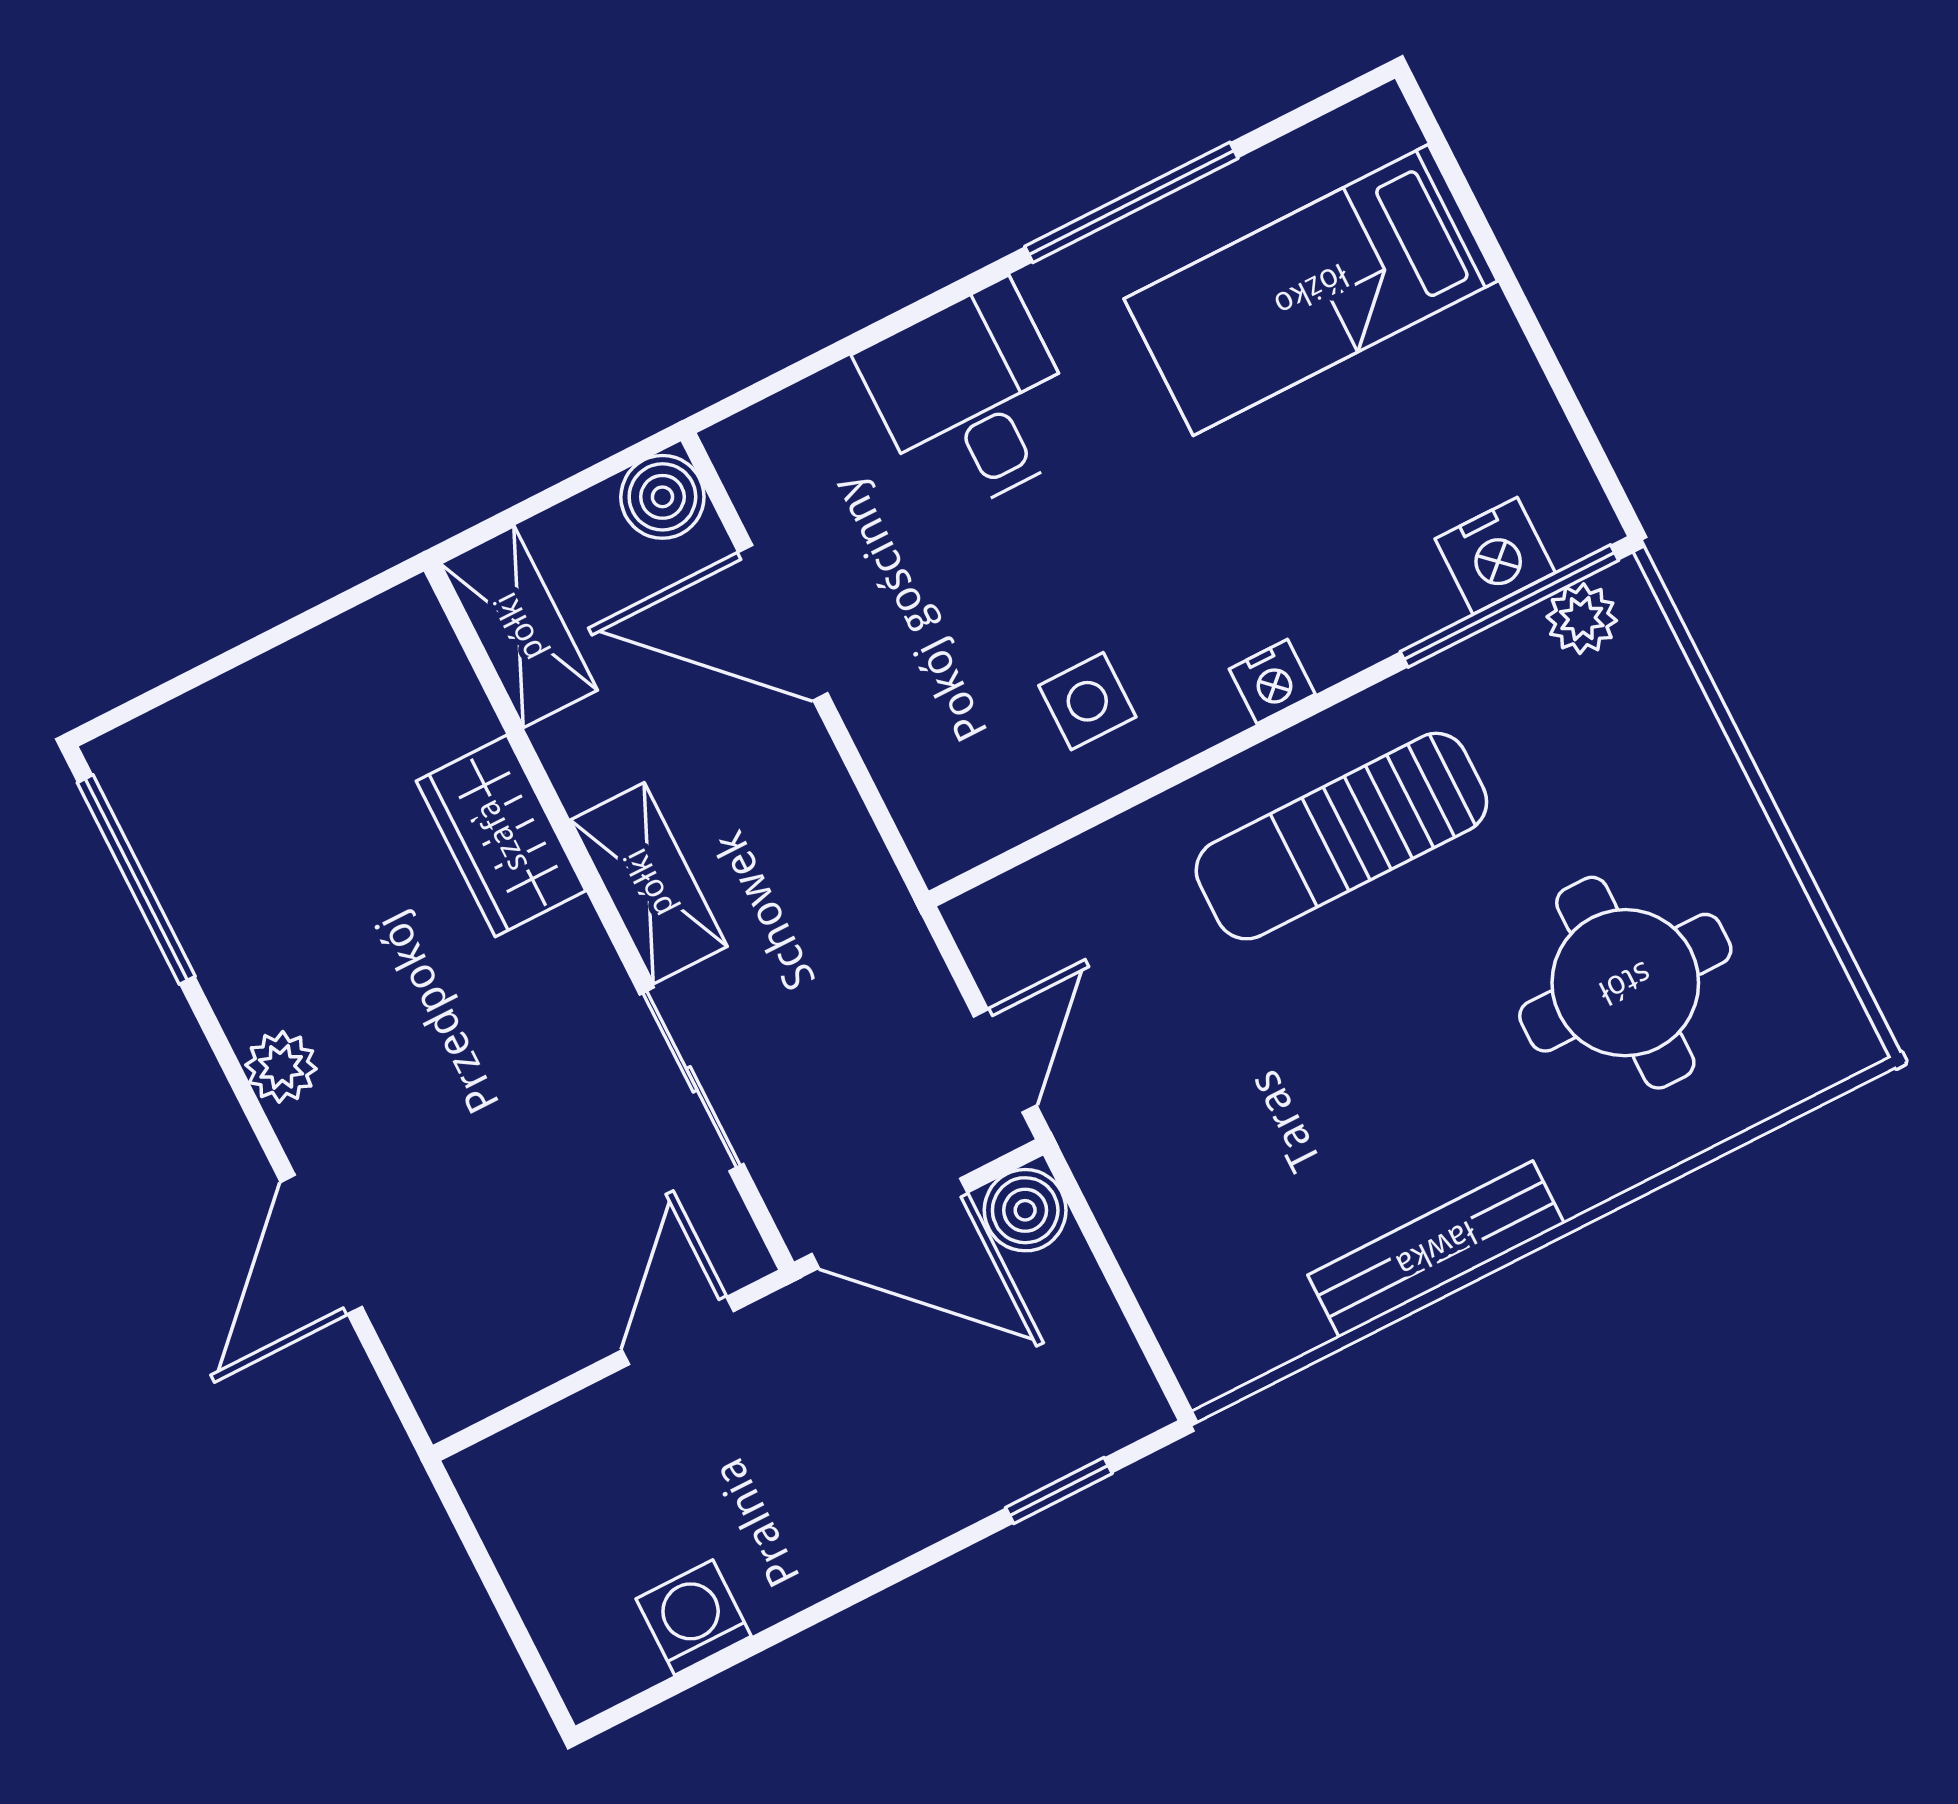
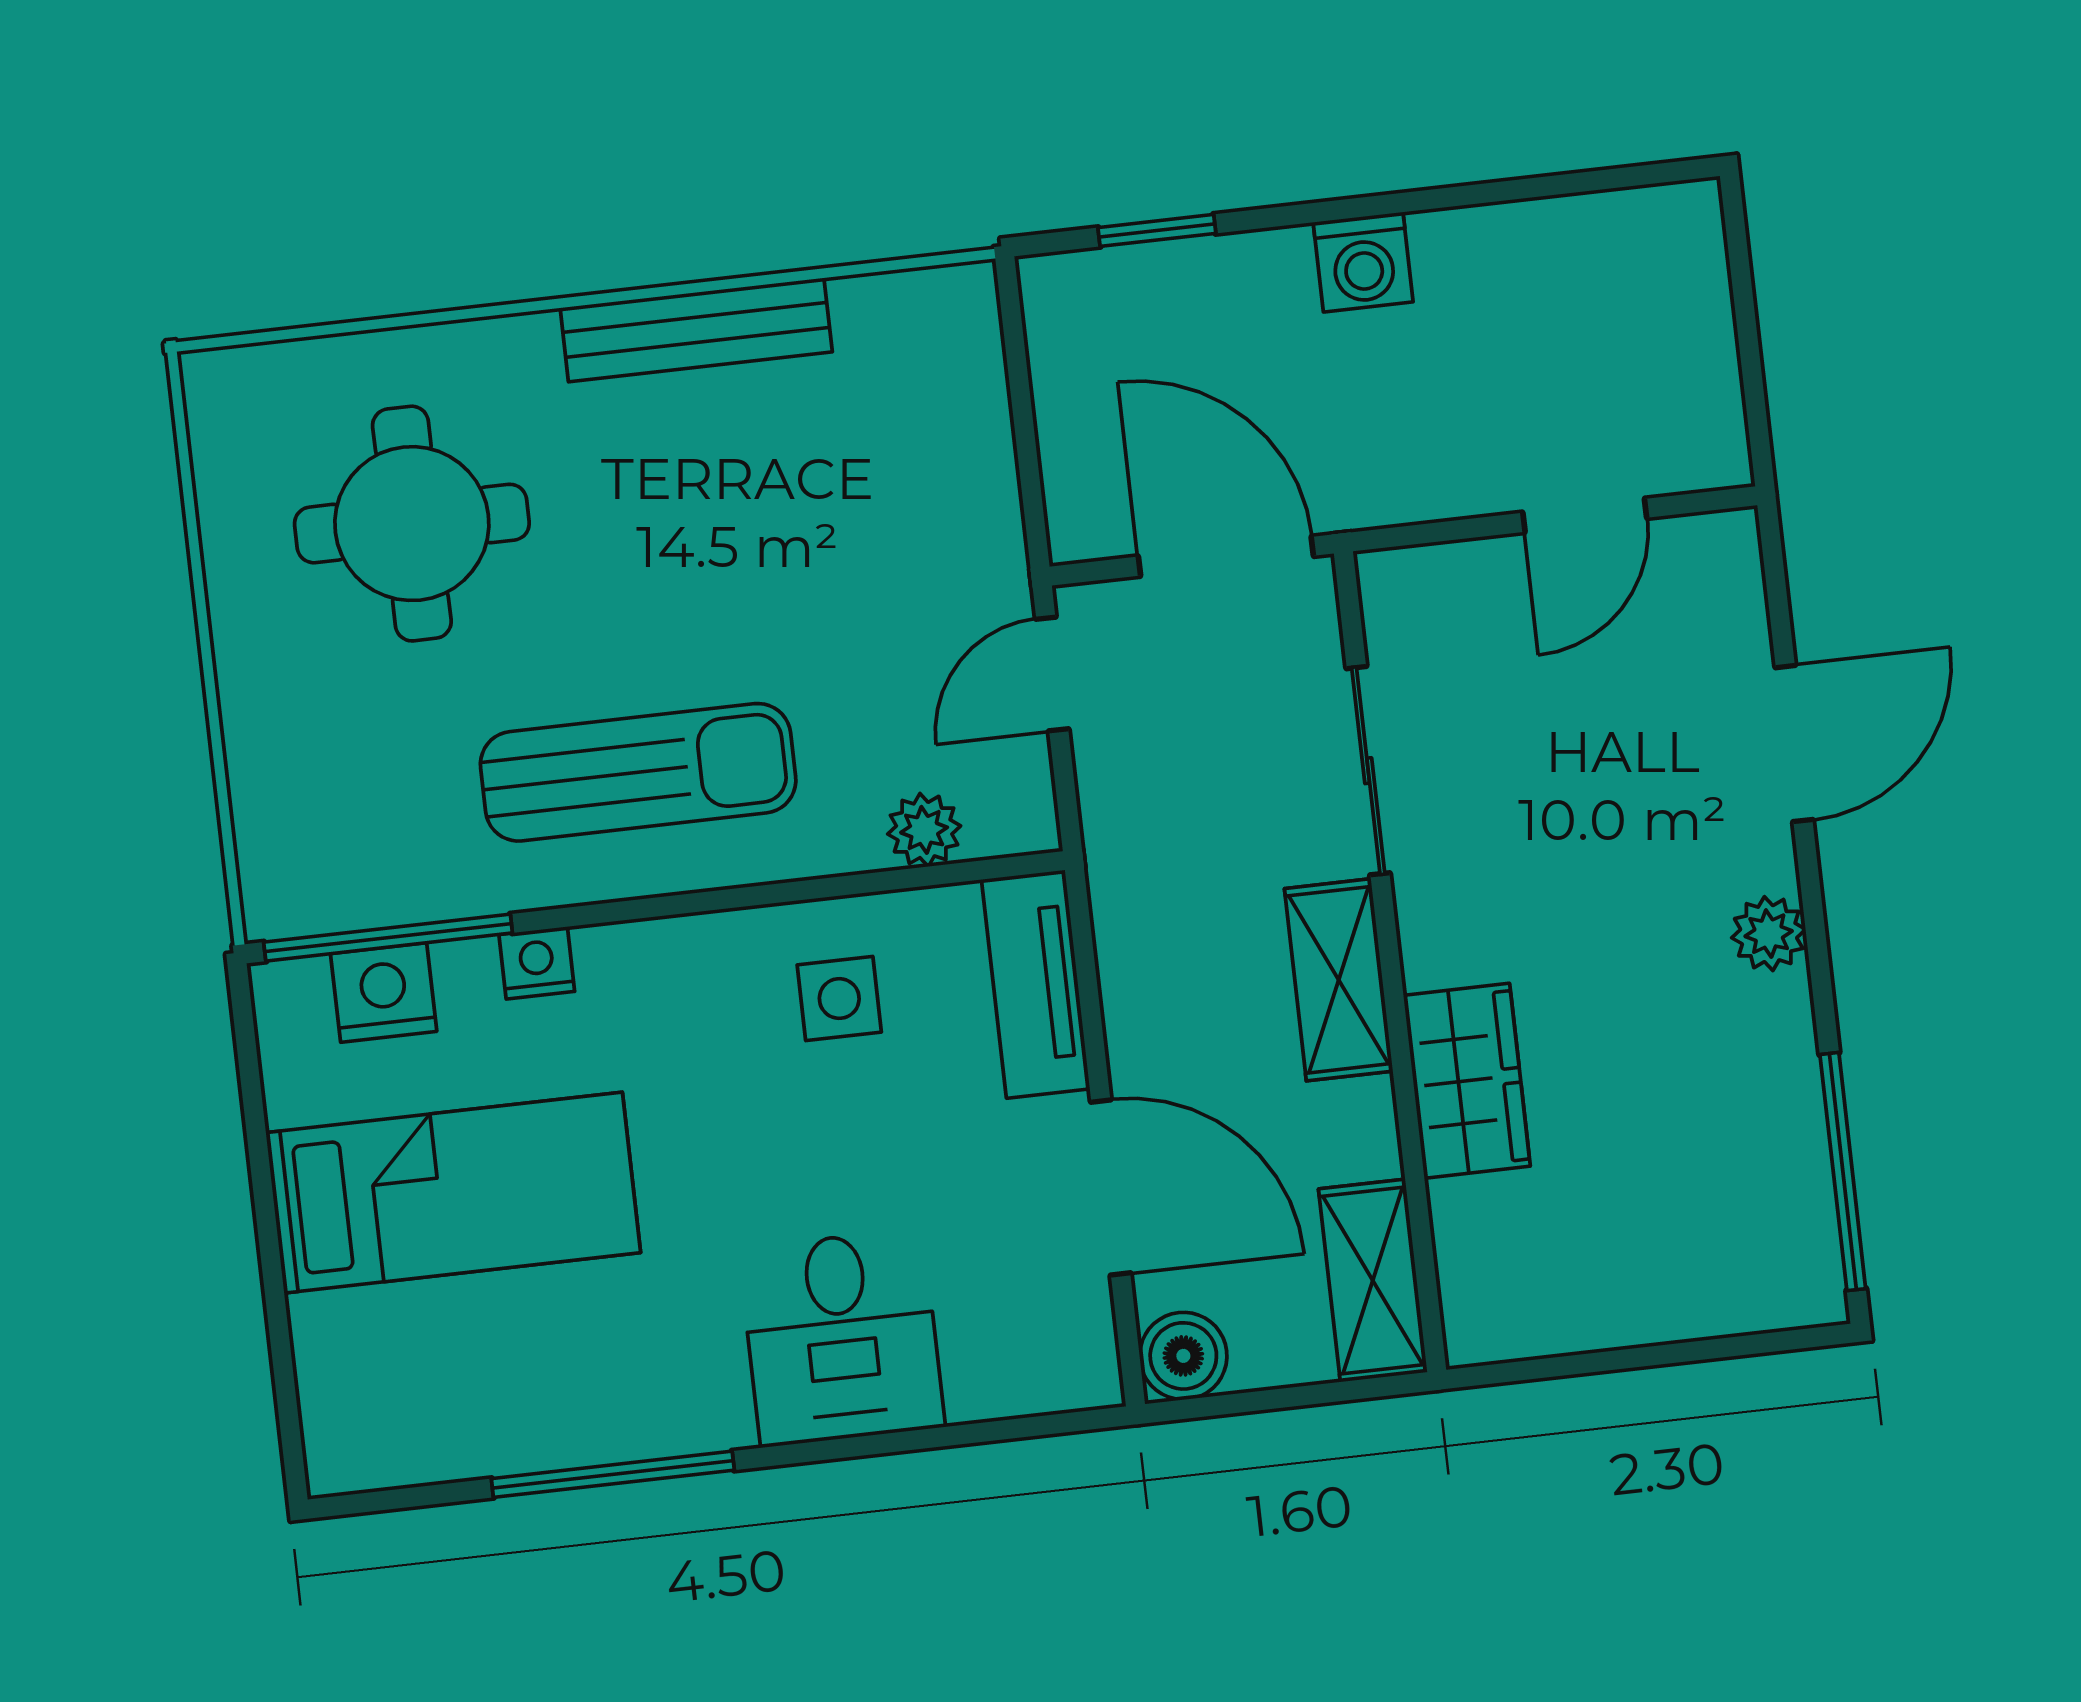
bed: (1311, 290) -> (453, 1193), moved
plant: (1582, 619) -> (924, 830), moved
nightstand: (1272, 682) -> (537, 963), moved
tv unit: (917, 779) -> (1036, 984), added
boiler: (1025, 1210) -> (1087, 519), removed
door: (678, 1331) -> (1585, 515), moved
washing machine: (694, 1617) -> (1363, 262), moved

